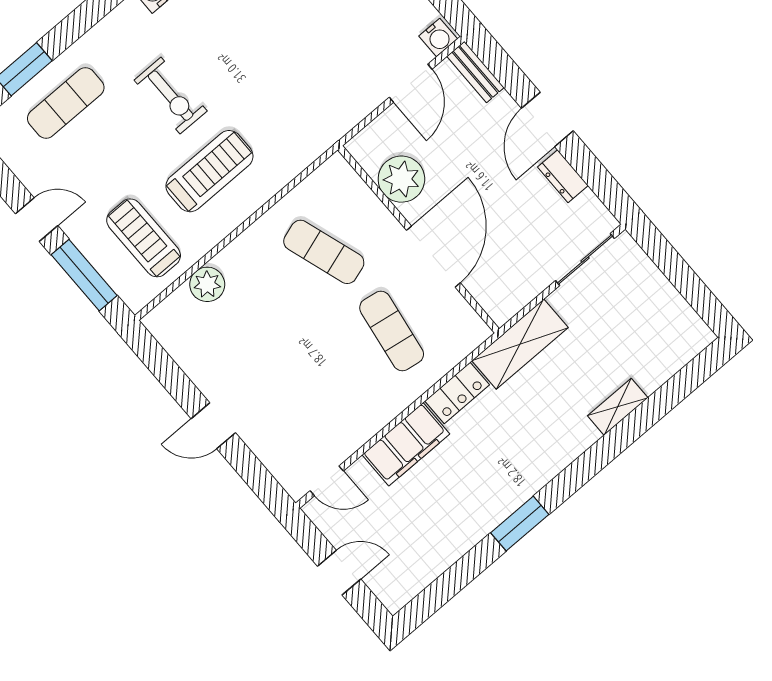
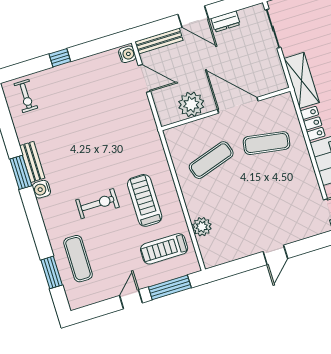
bench: (475, 72) -> (159, 41), width x1.36

